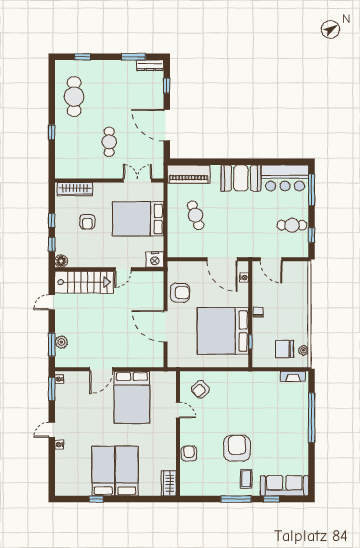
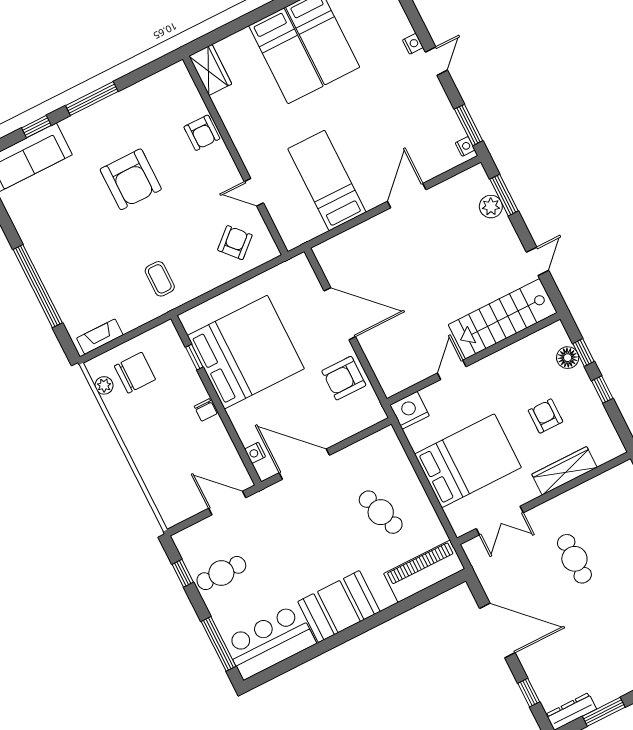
wardrobe: (75, 189) -> (564, 471), moved
floor lamp: (61, 261) -> (568, 358), moved
bed: (132, 397) -> (327, 181), width x0.67
coffee table: (246, 479) -> (160, 279), moved

